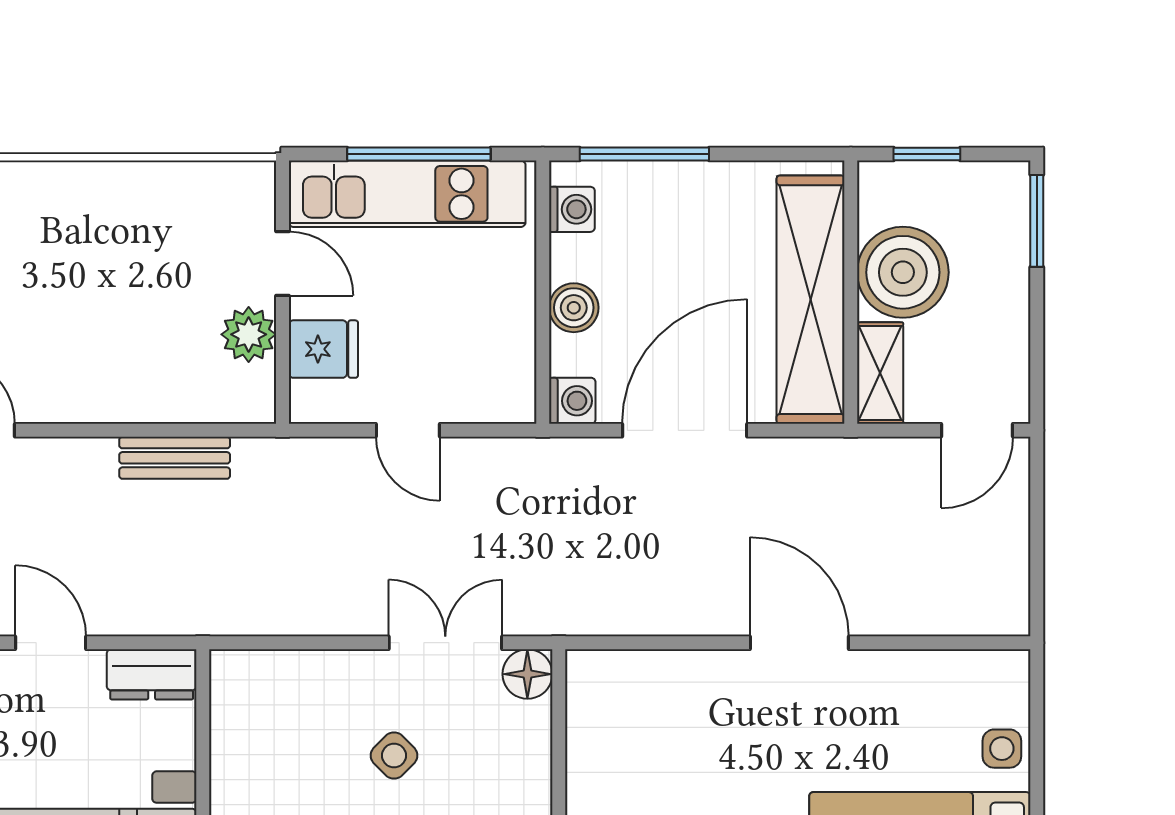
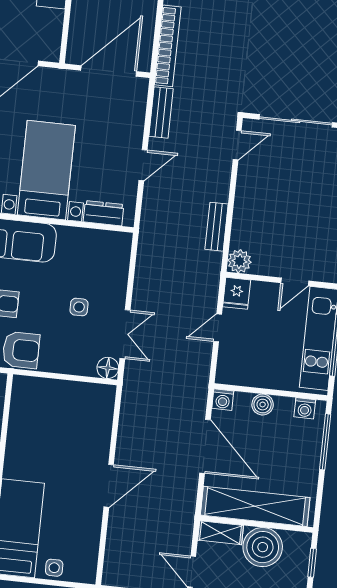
plant: (249, 334) -> (239, 261), moved
fridge: (323, 349) -> (237, 293), moved
dresser: (152, 674) -> (104, 213), moved, turned 90
side table: (394, 755) -> (79, 307), turned 45

